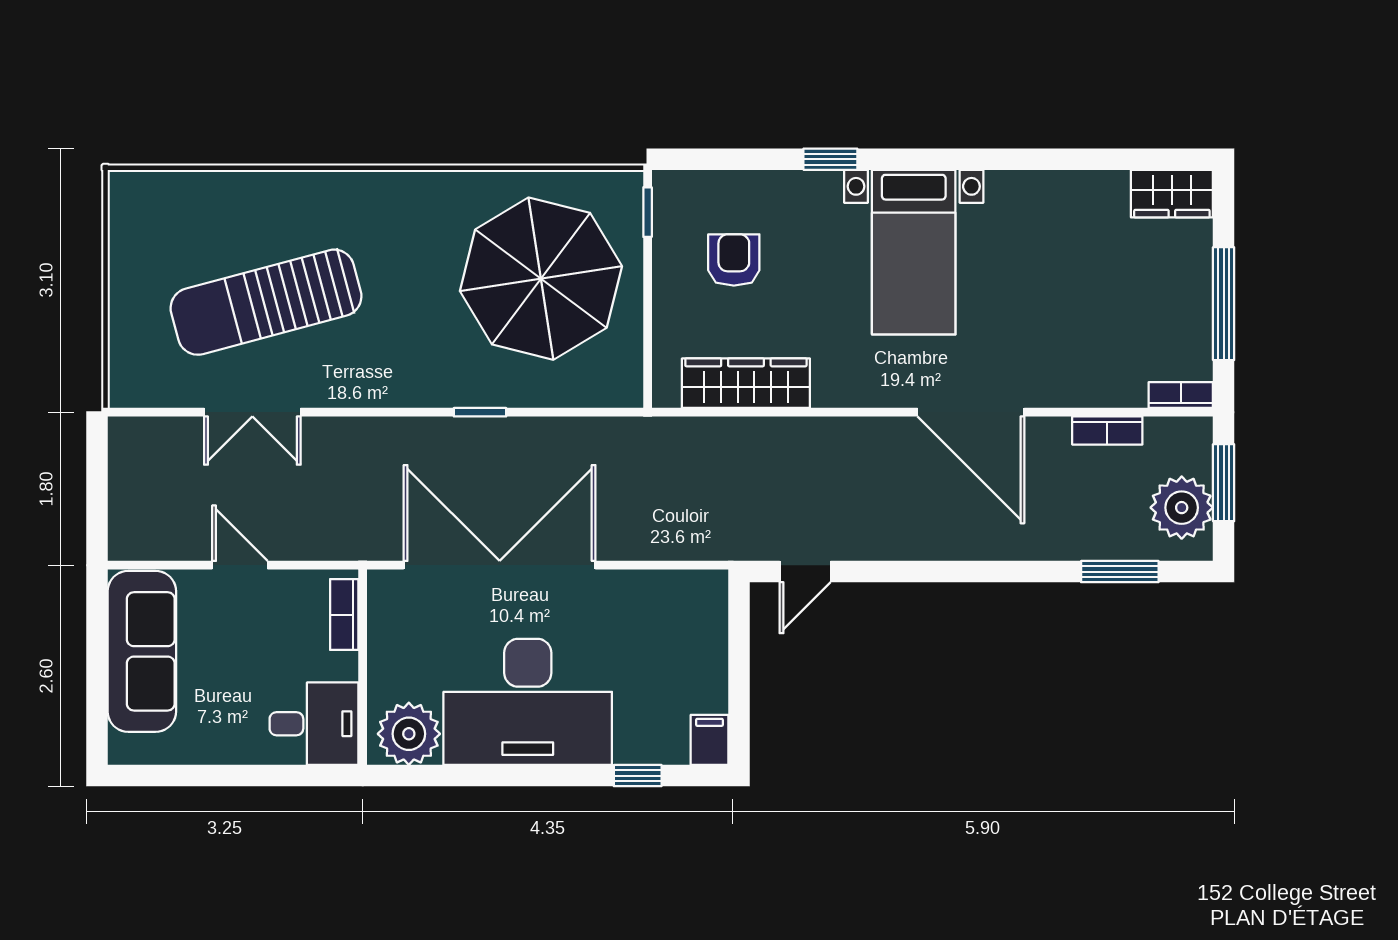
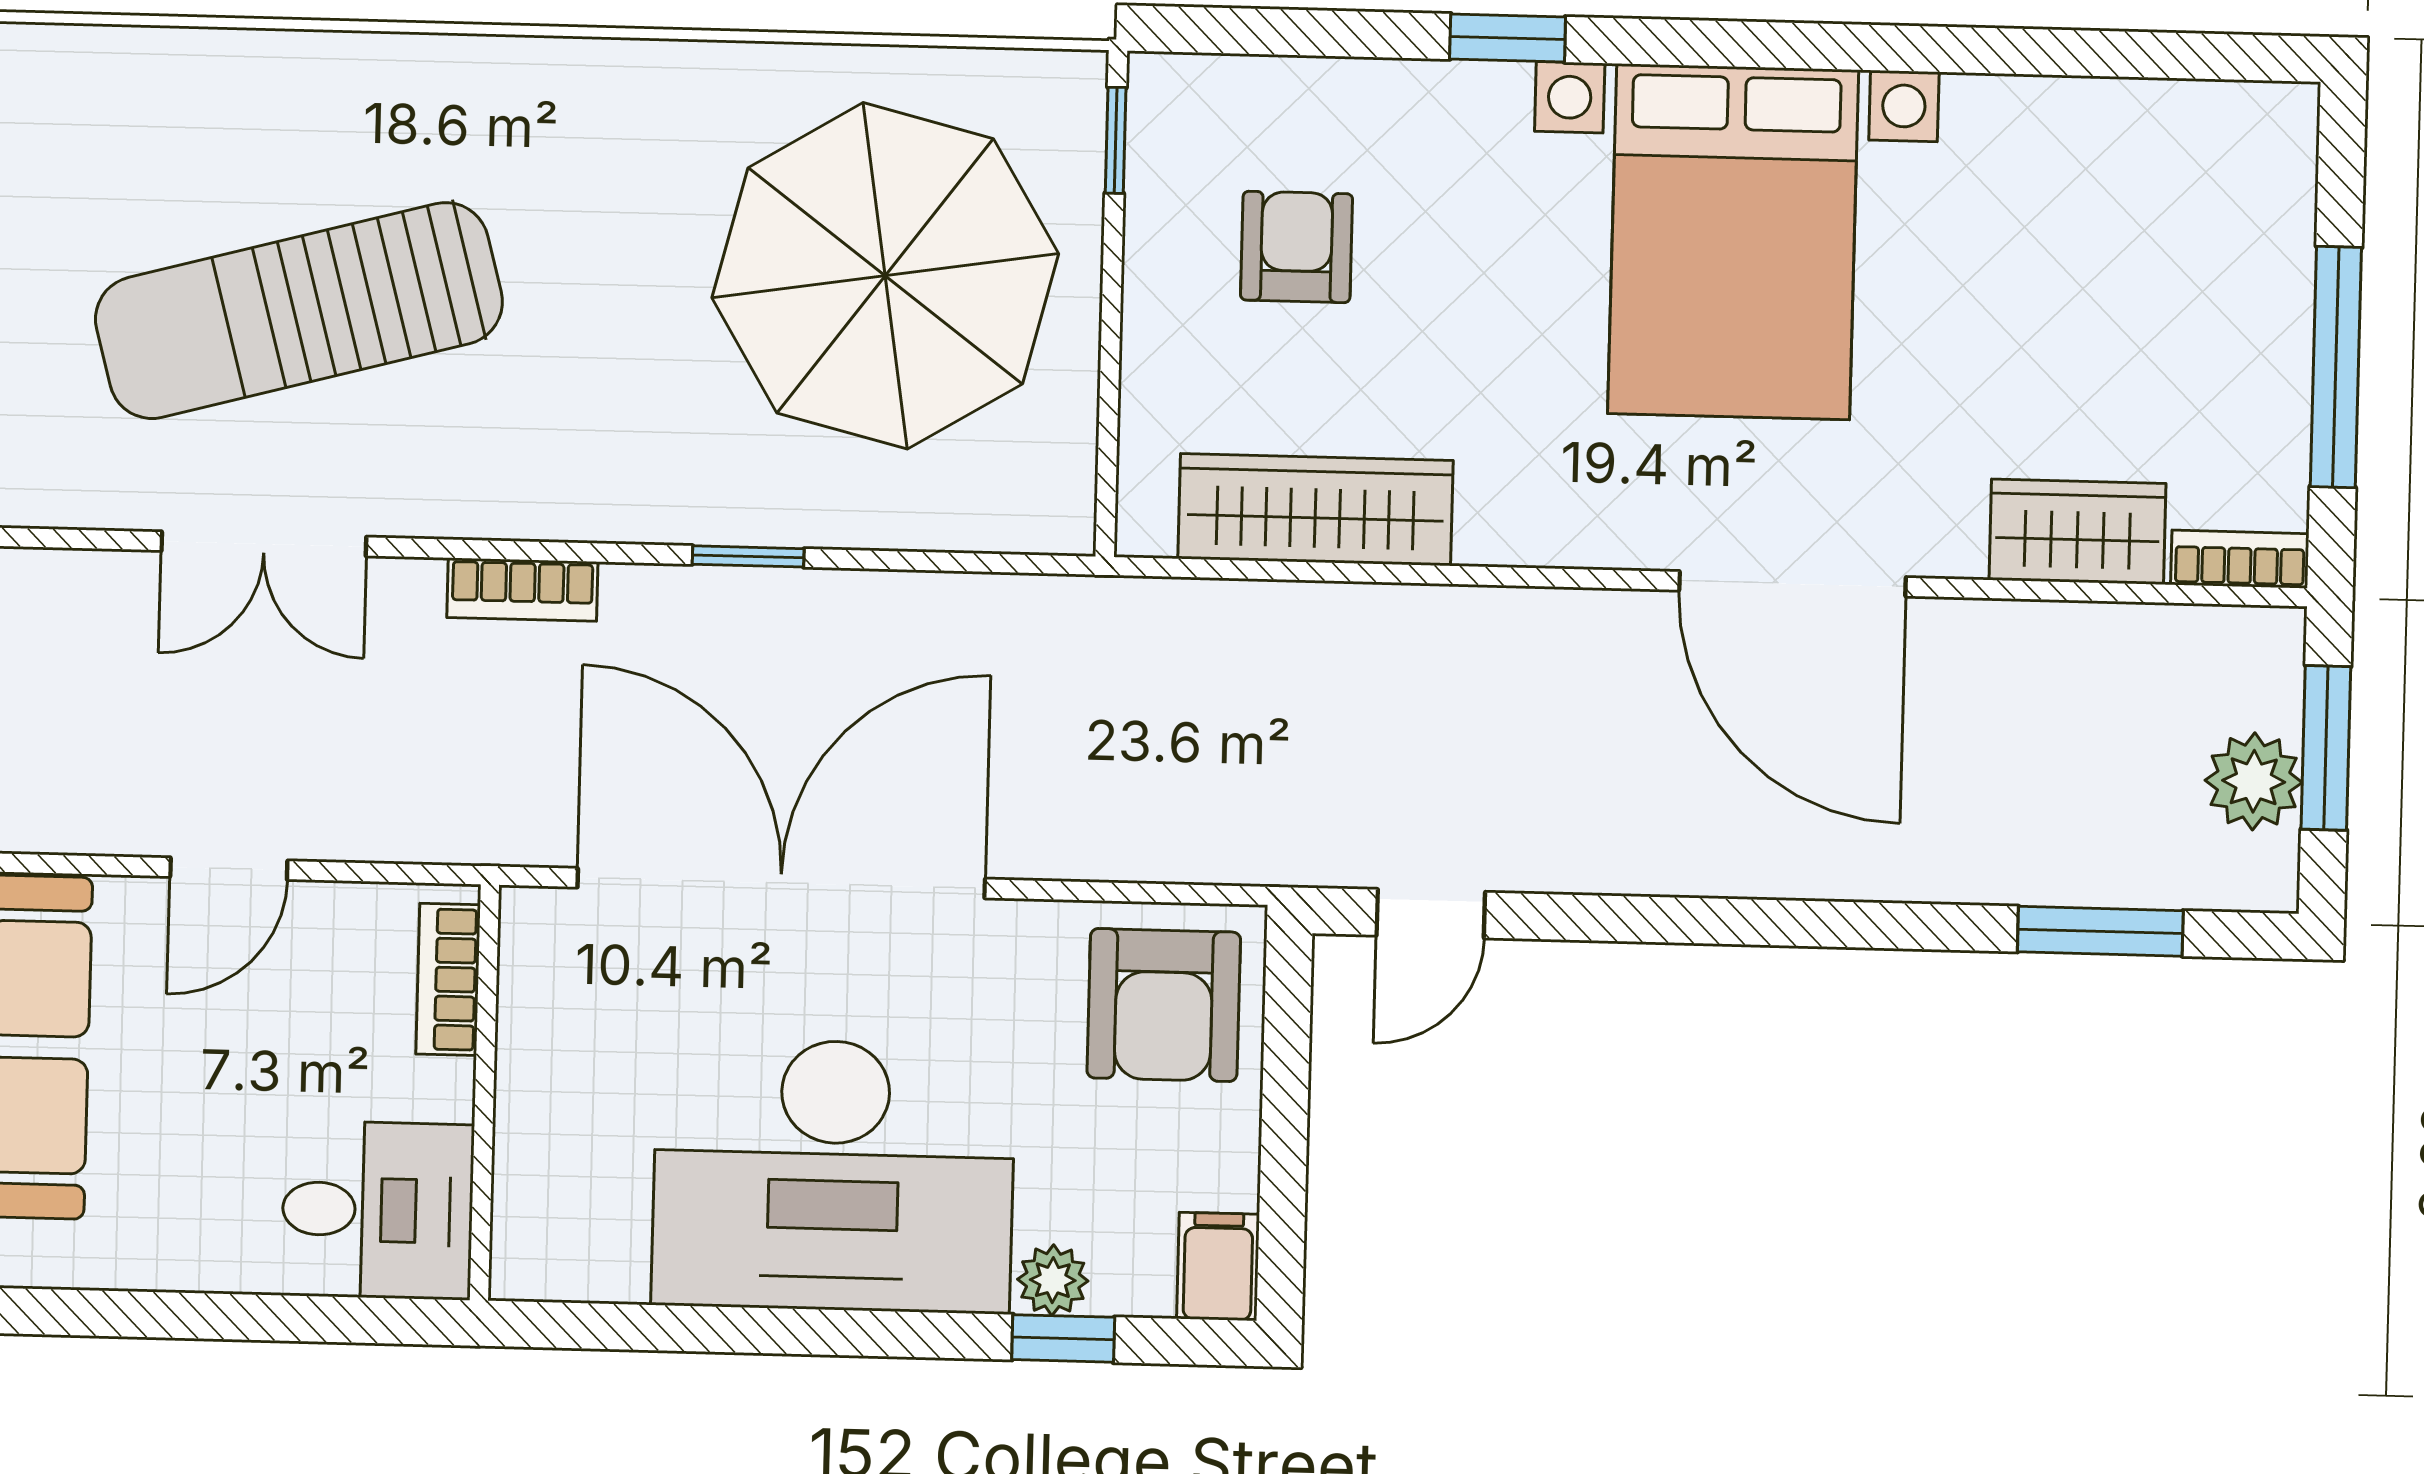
wardrobe: (1172, 194) -> (2078, 532), moved, turned 180
bed with nightstands: (914, 252) -> (1733, 242), width x1.36
bookcase: (1107, 430) -> (522, 590), moved
plant: (1182, 508) -> (2254, 781), width x0.73, depth x0.73
door: (240, 565) -> (229, 869), swing flipped
armchair: (681, 618) -> (1164, 1005), added
plant: (409, 734) -> (1053, 1280), moved, width x0.53, depth x0.53

